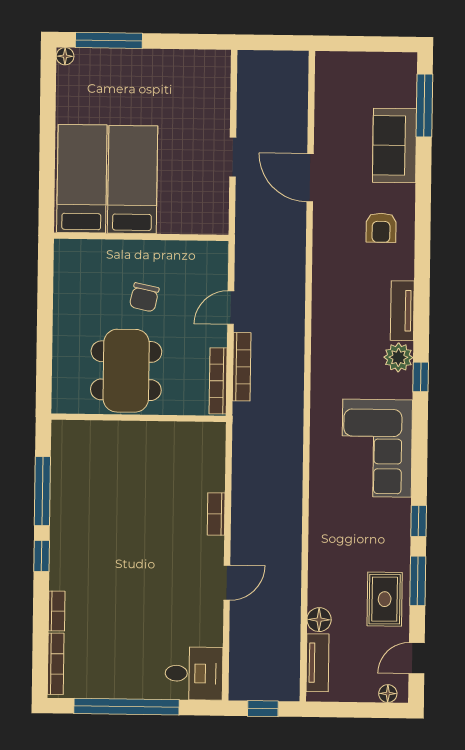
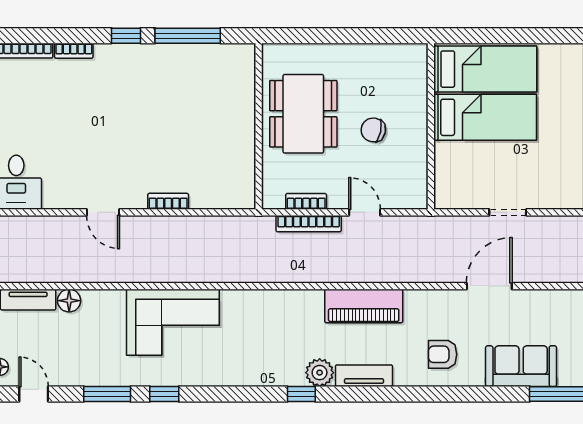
piano: (329, 310) -> (364, 306), added
dining table: (126, 371) -> (303, 114), turned 90
bookcase: (218, 381) -> (306, 201), width x0.64
corner sofa: (377, 448) -> (173, 322), moved, turned 180
rug: (385, 599) -> (89, 363), removed

